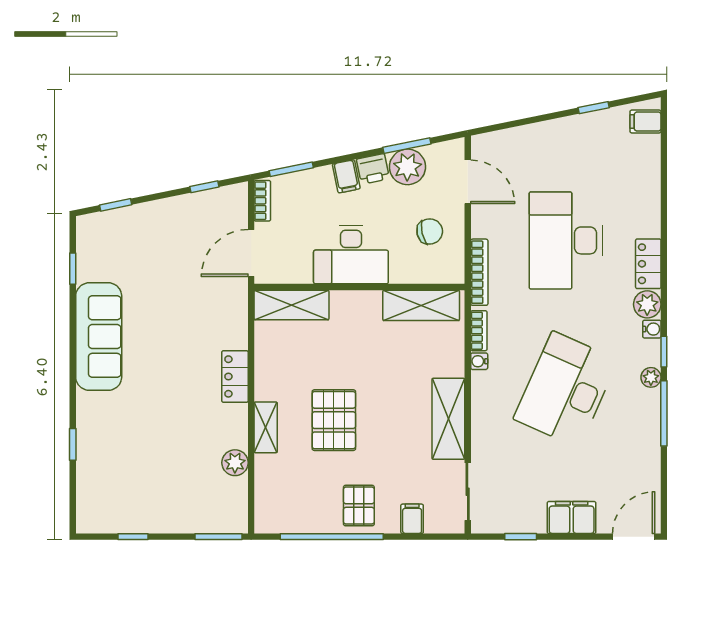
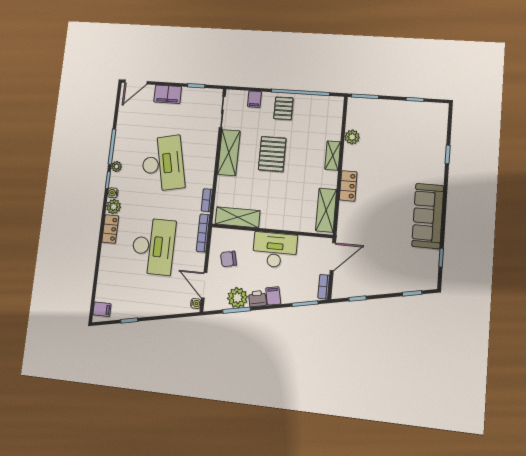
shelving: (292, 305) -> (326, 210), moved, turned 90
water cooler: (479, 361) -> (196, 303), moved
desk: (566, 390) -> (163, 164), turned -36
pallet: (334, 420) -> (272, 154), moved

